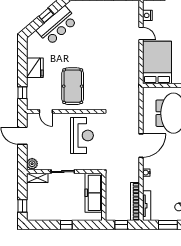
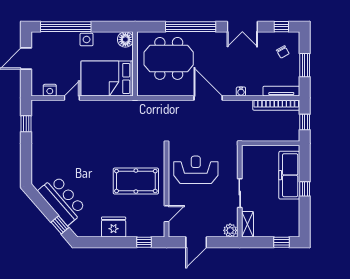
window: (46, 15) -> (60, 225), moved
freezer: (94, 193) -> (289, 175), moved, turned 90

